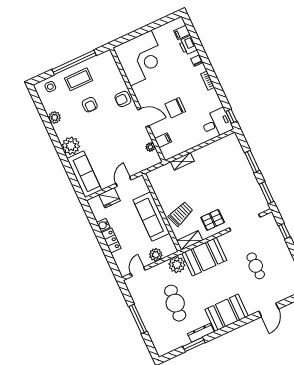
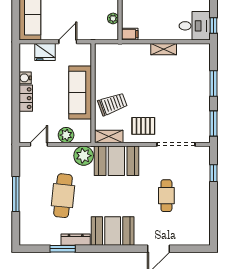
filing cabinet: (163, 140) -> (130, 34), moved
shelving: (182, 161) -> (164, 49), moved

